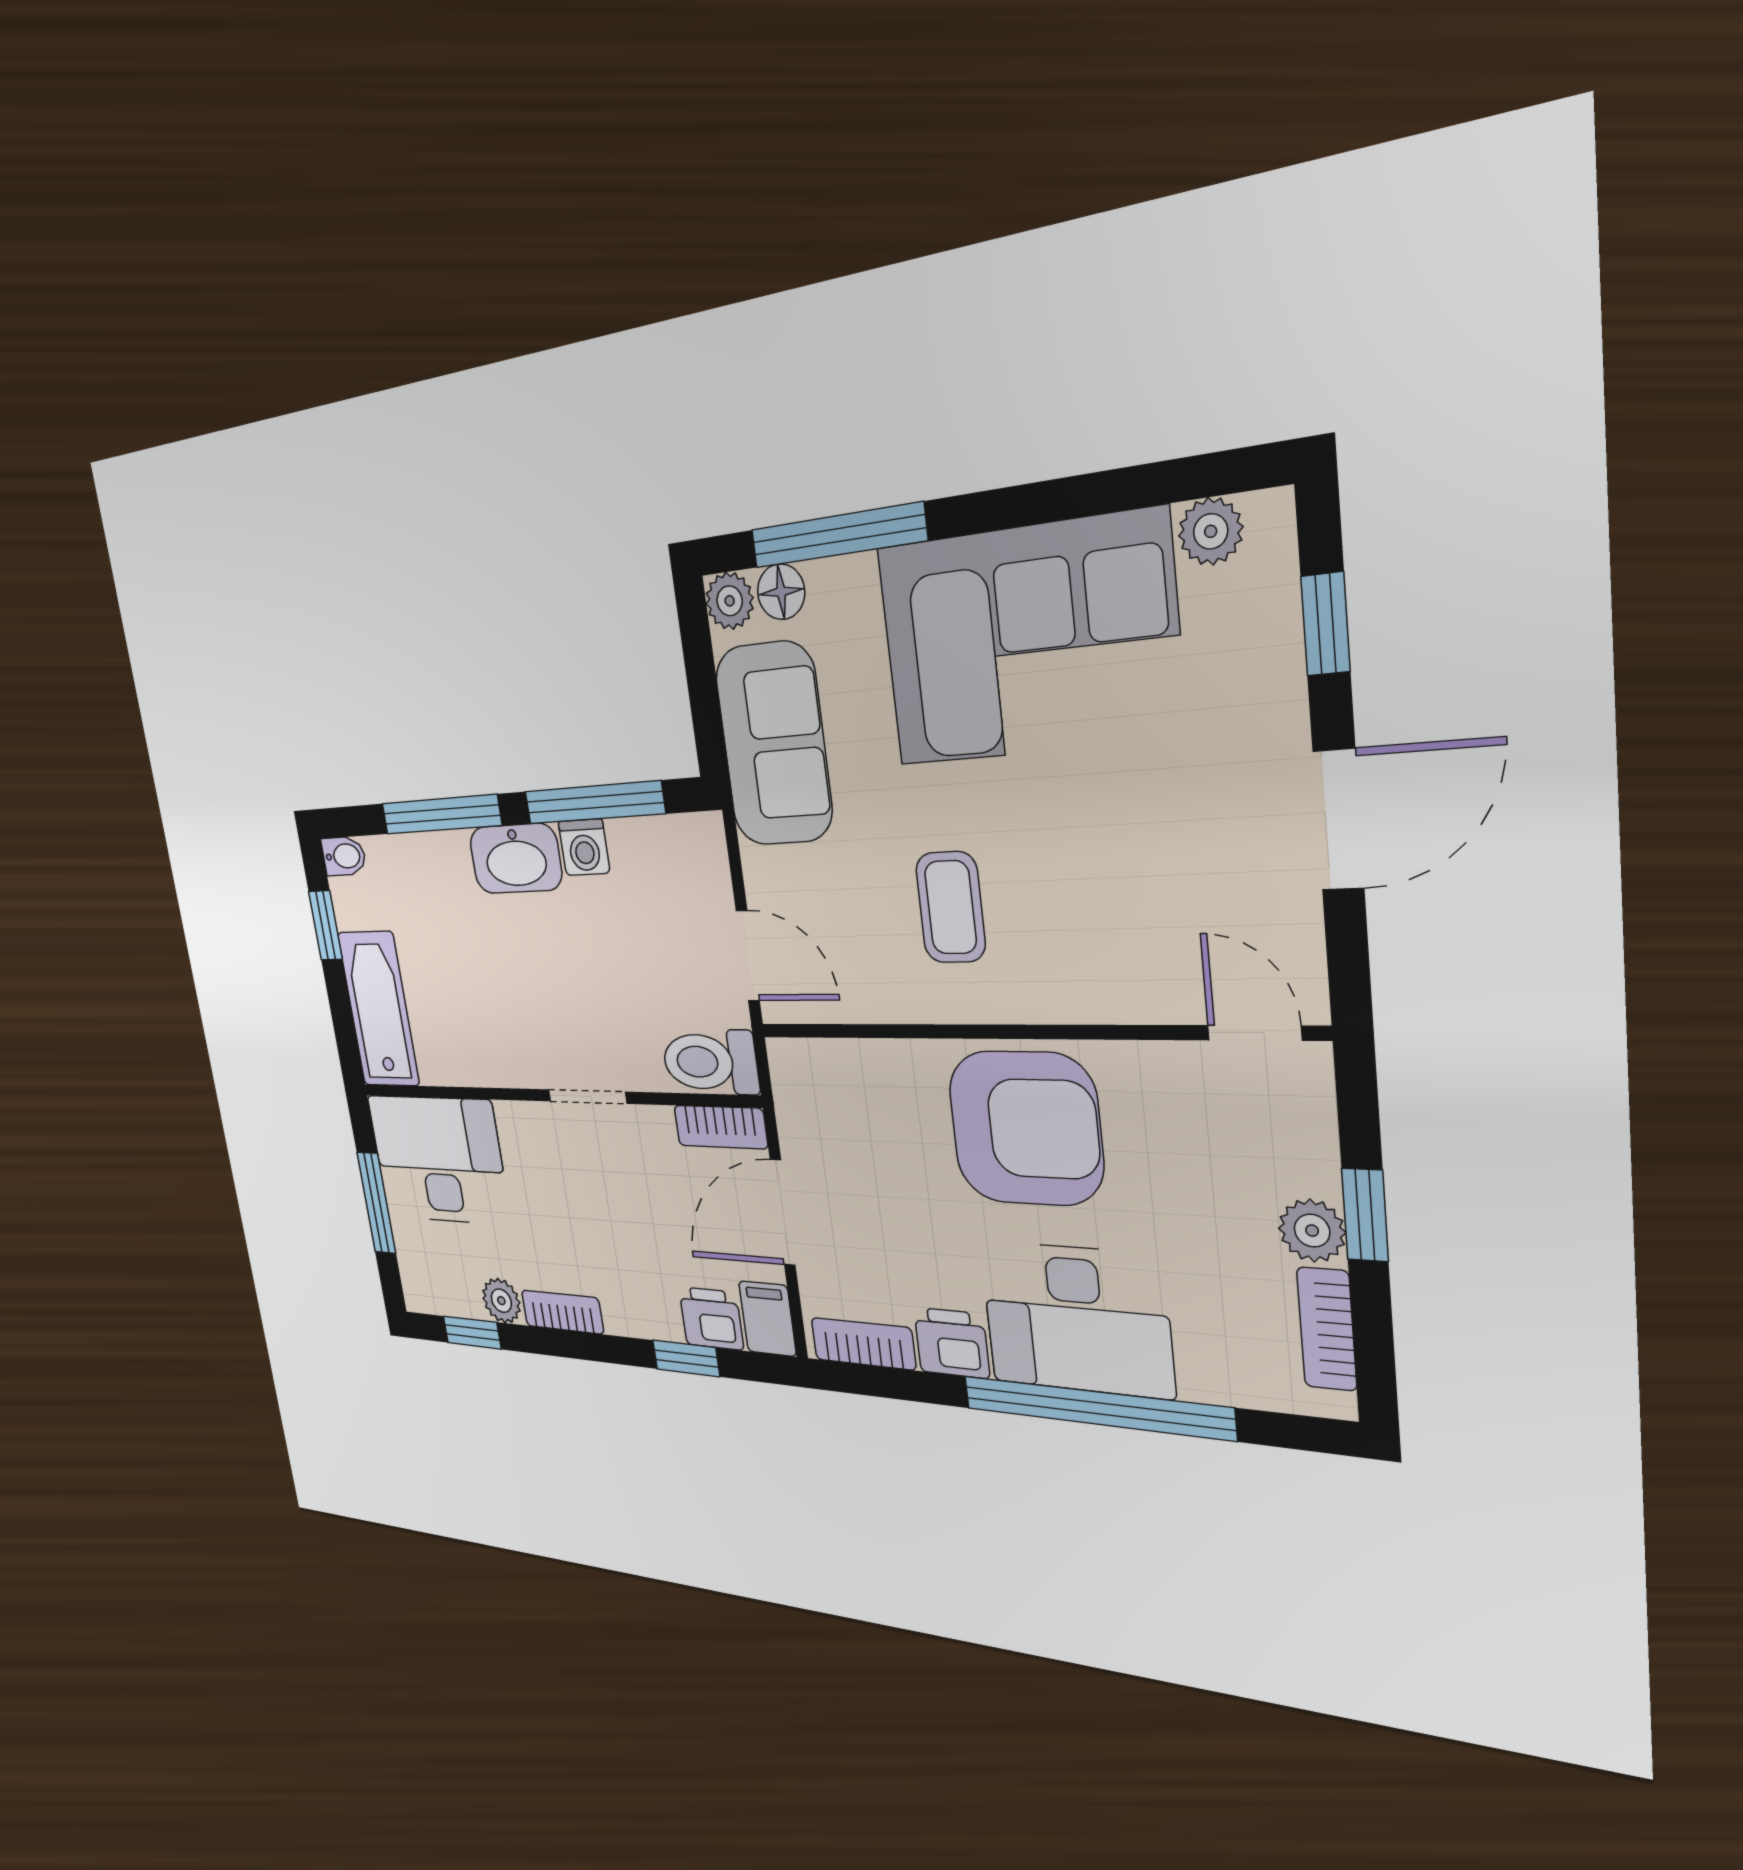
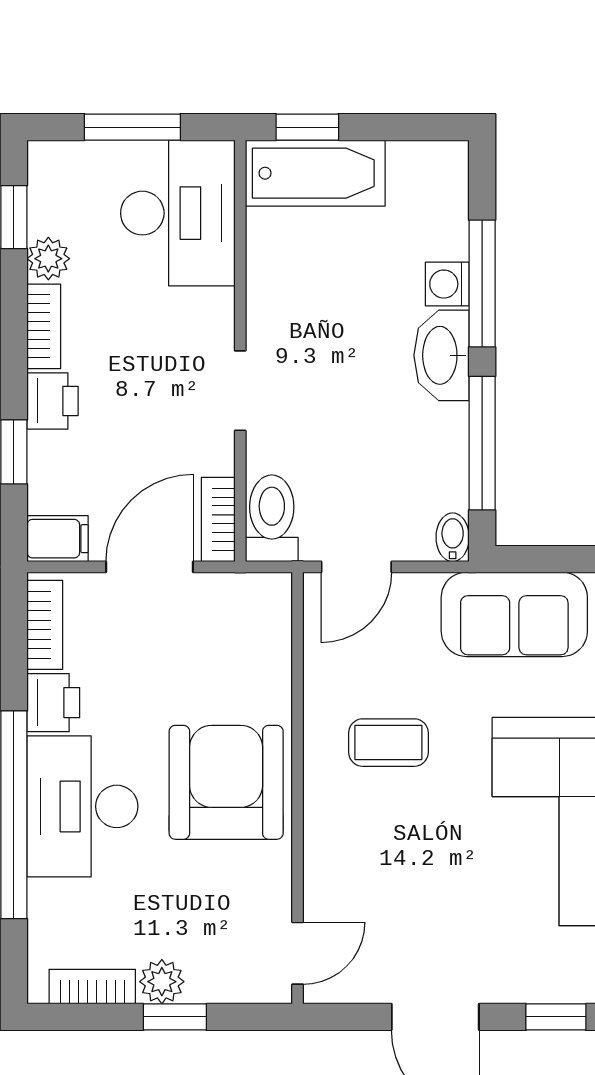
washing machine: (584, 847) -> (447, 284), moved
bidet: (344, 856) -> (453, 537), moved, turned 180
window: (325, 925) -> (307, 127), moved
armchair: (1026, 1128) -> (226, 782), turned 180
door: (783, 1213) -> (149, 567), hinge flipped
printer: (711, 1318) -> (53, 401), moved

